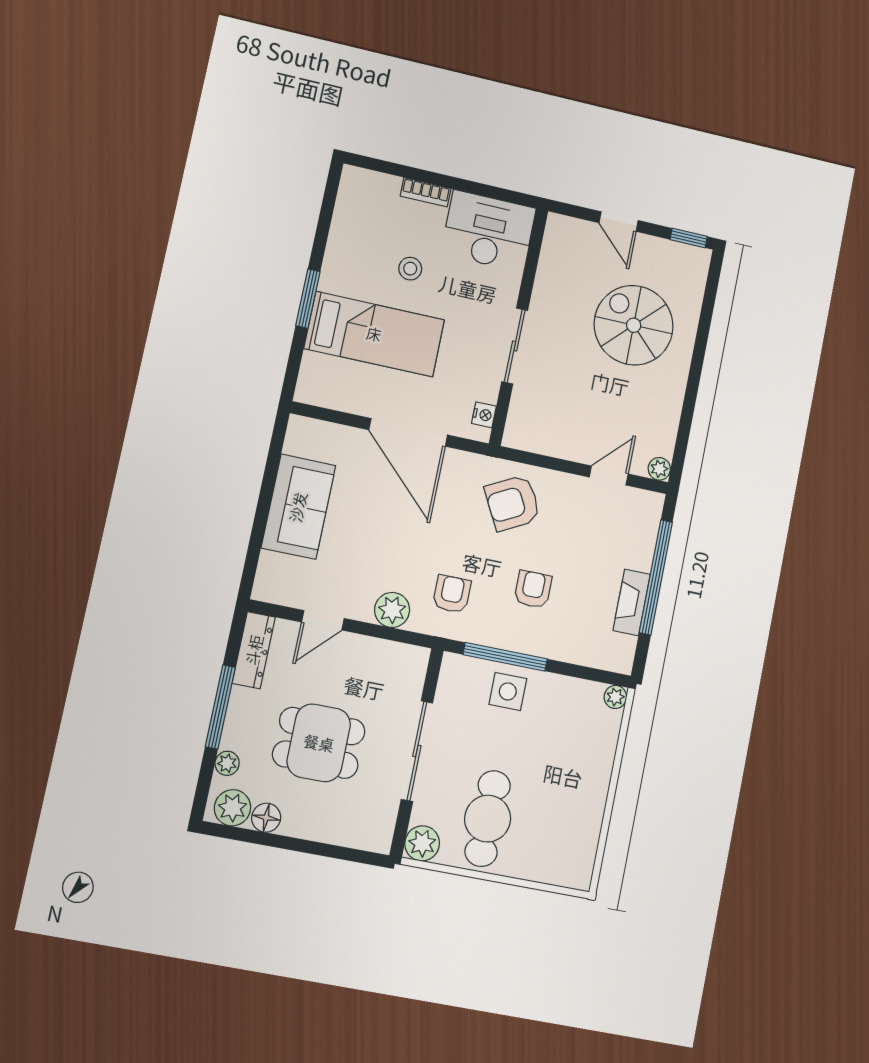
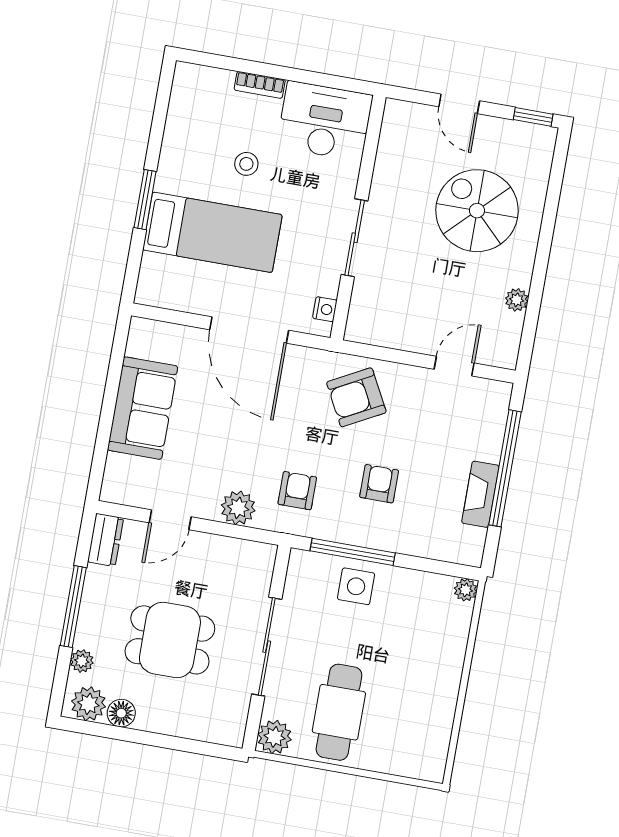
plant: (659, 469) -> (517, 300), moved
dresser: (254, 650) -> (106, 540), width x0.70

